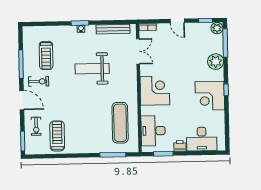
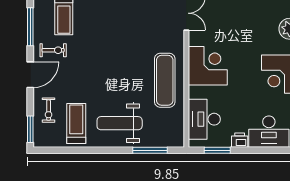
weight bench: (92, 69) -> (120, 123), moved
door: (22, 100) -> (30, 75), hinge flipped
exercise mat: (120, 123) -> (165, 80), moved

